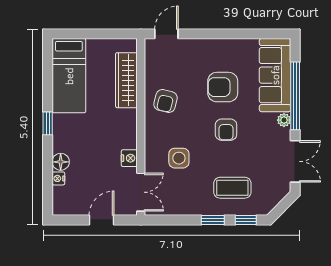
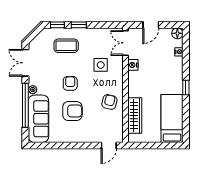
floor lamp: (61, 162) -> (177, 33), moved

